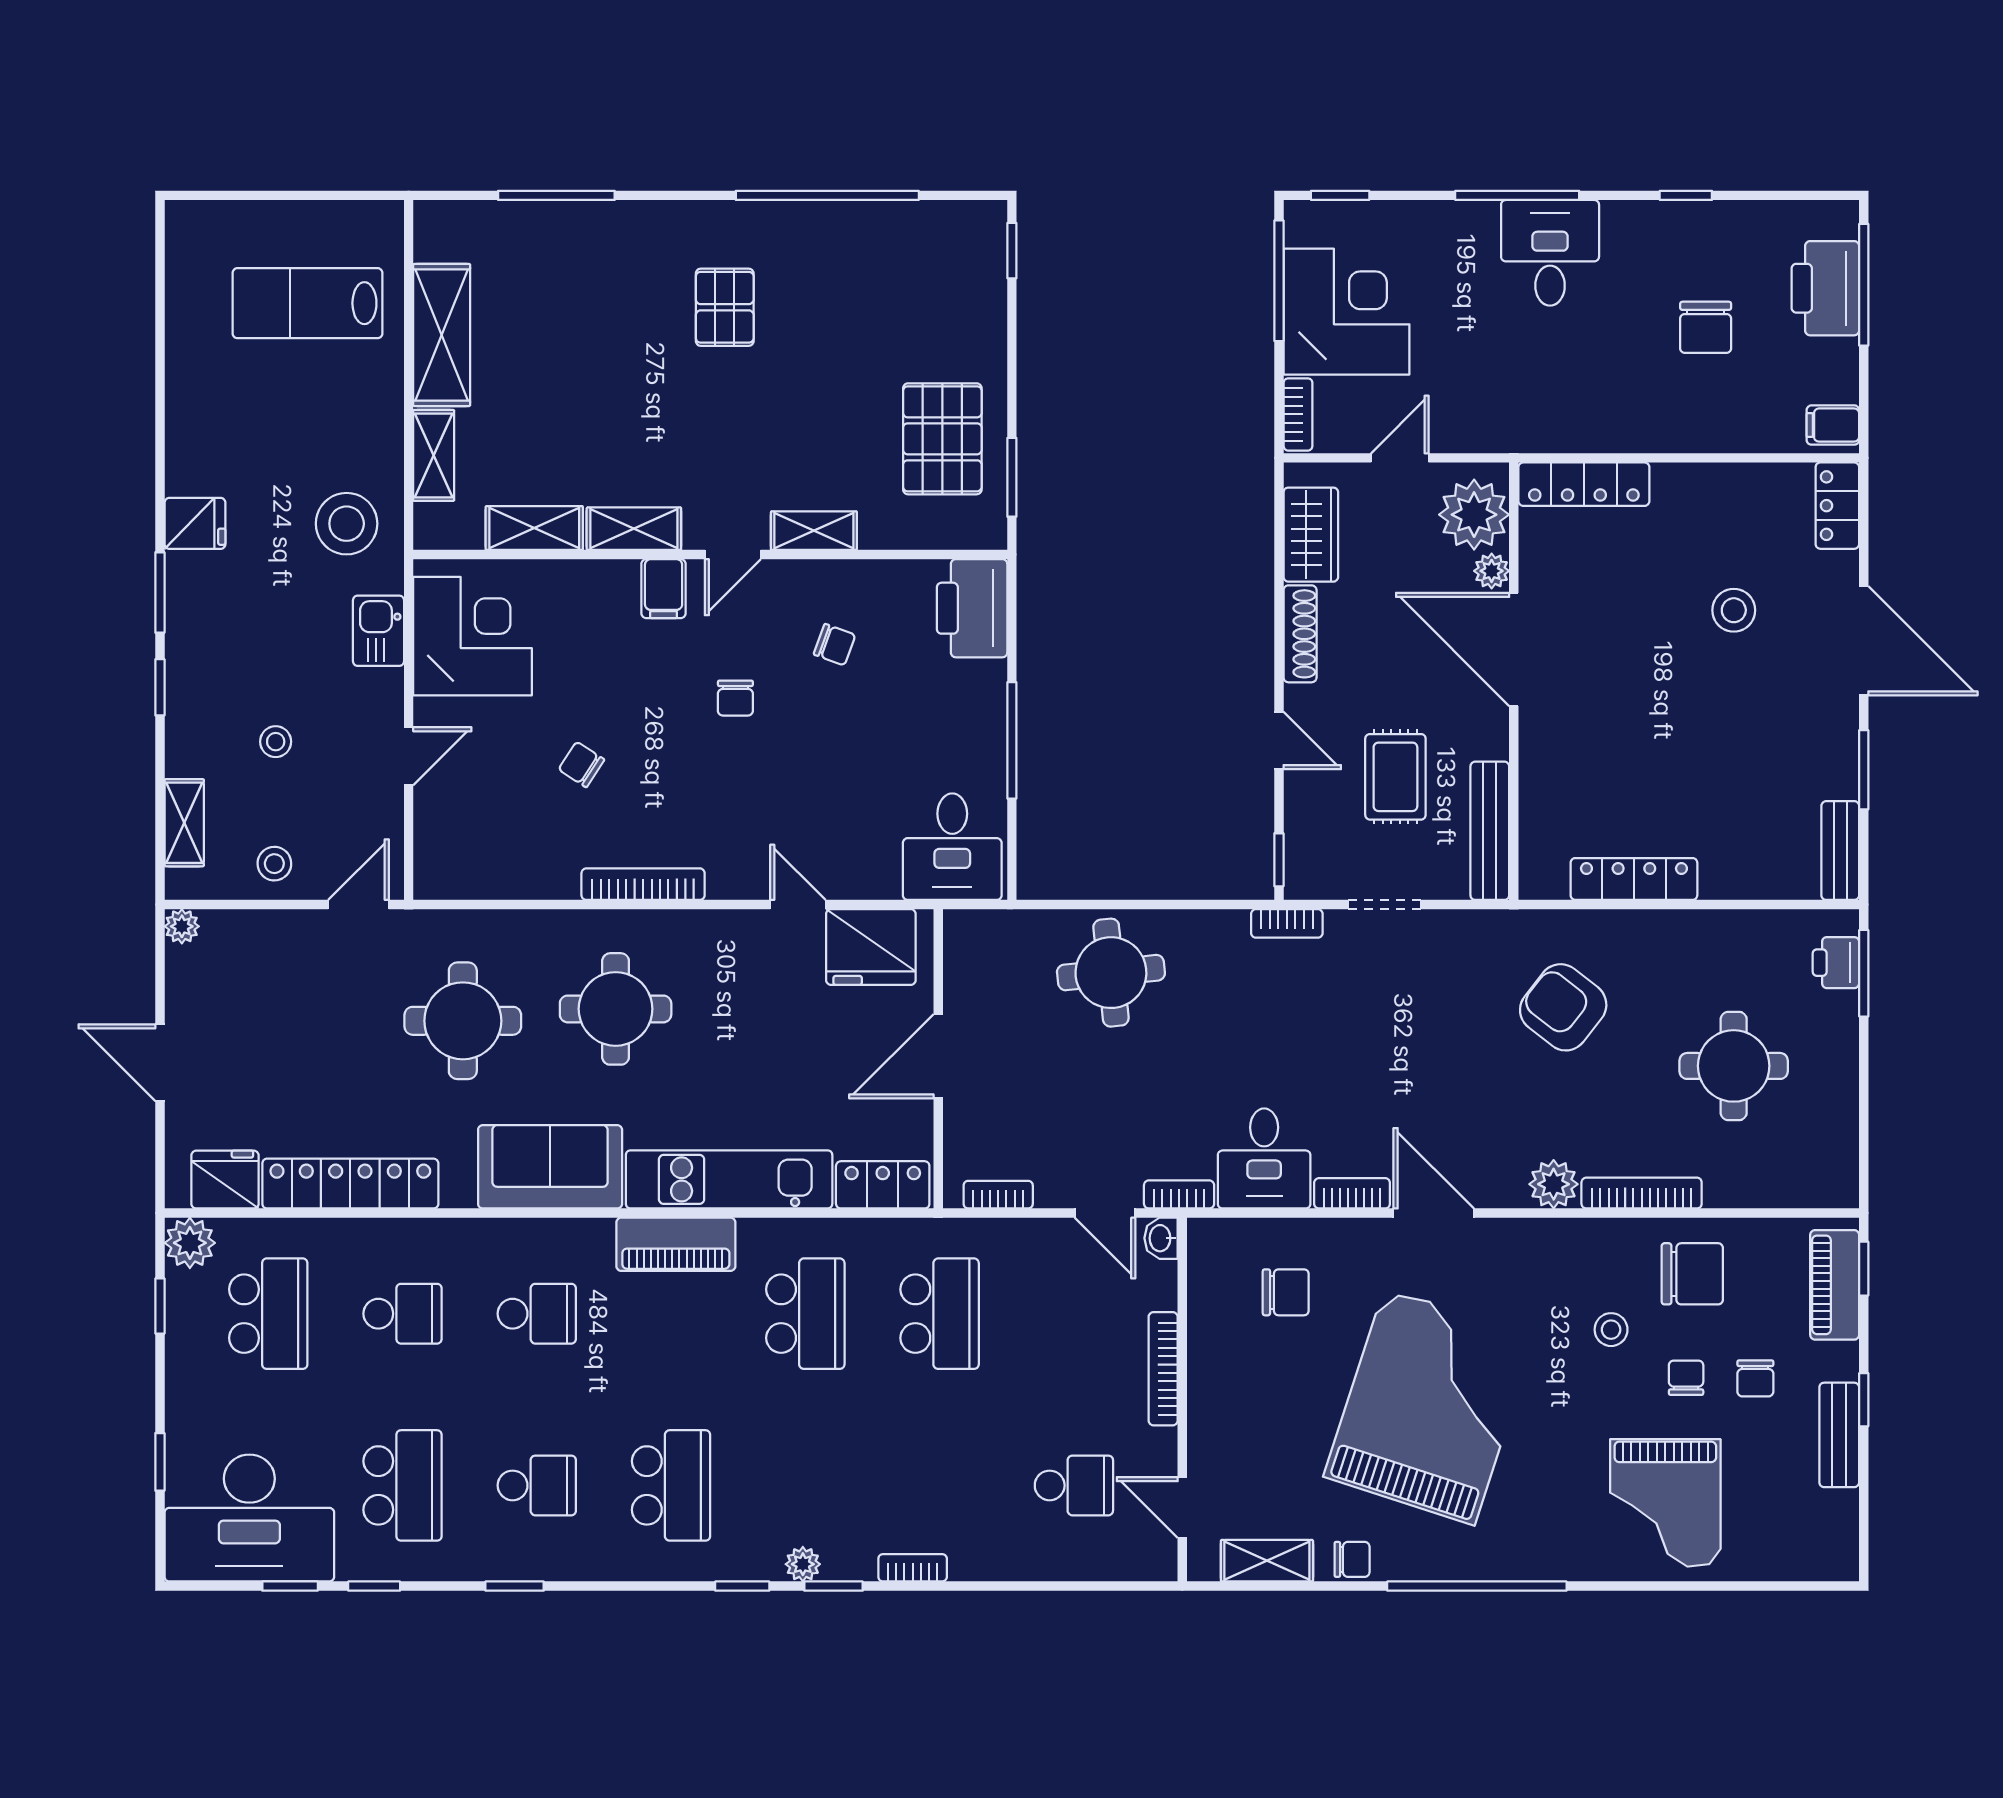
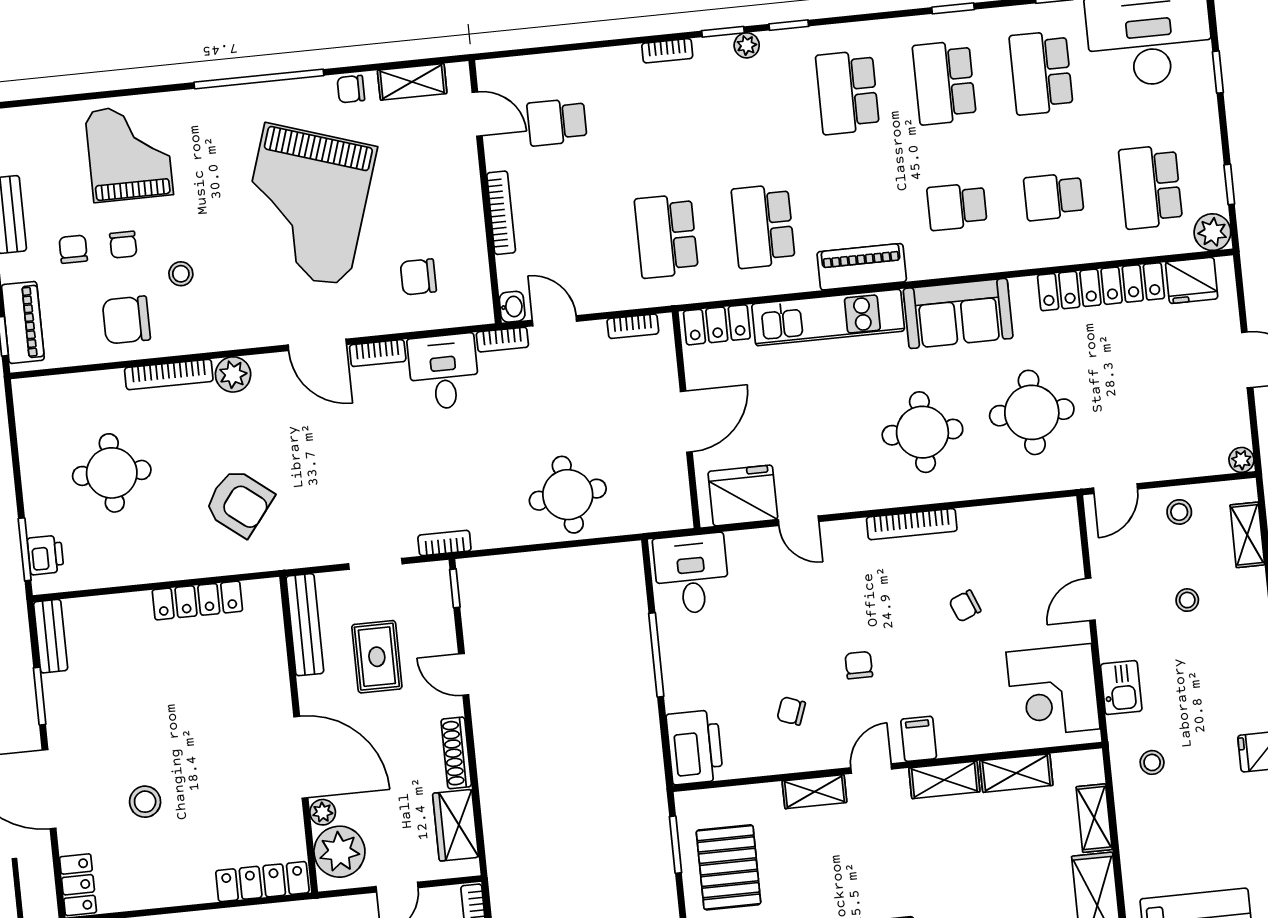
stool: (347, 524) -> (1152, 762), width x0.53, depth x0.53
chair: (581, 764) -> (965, 606), turned 125
school desk: (537, 1485) -> (944, 83), width x1.85

